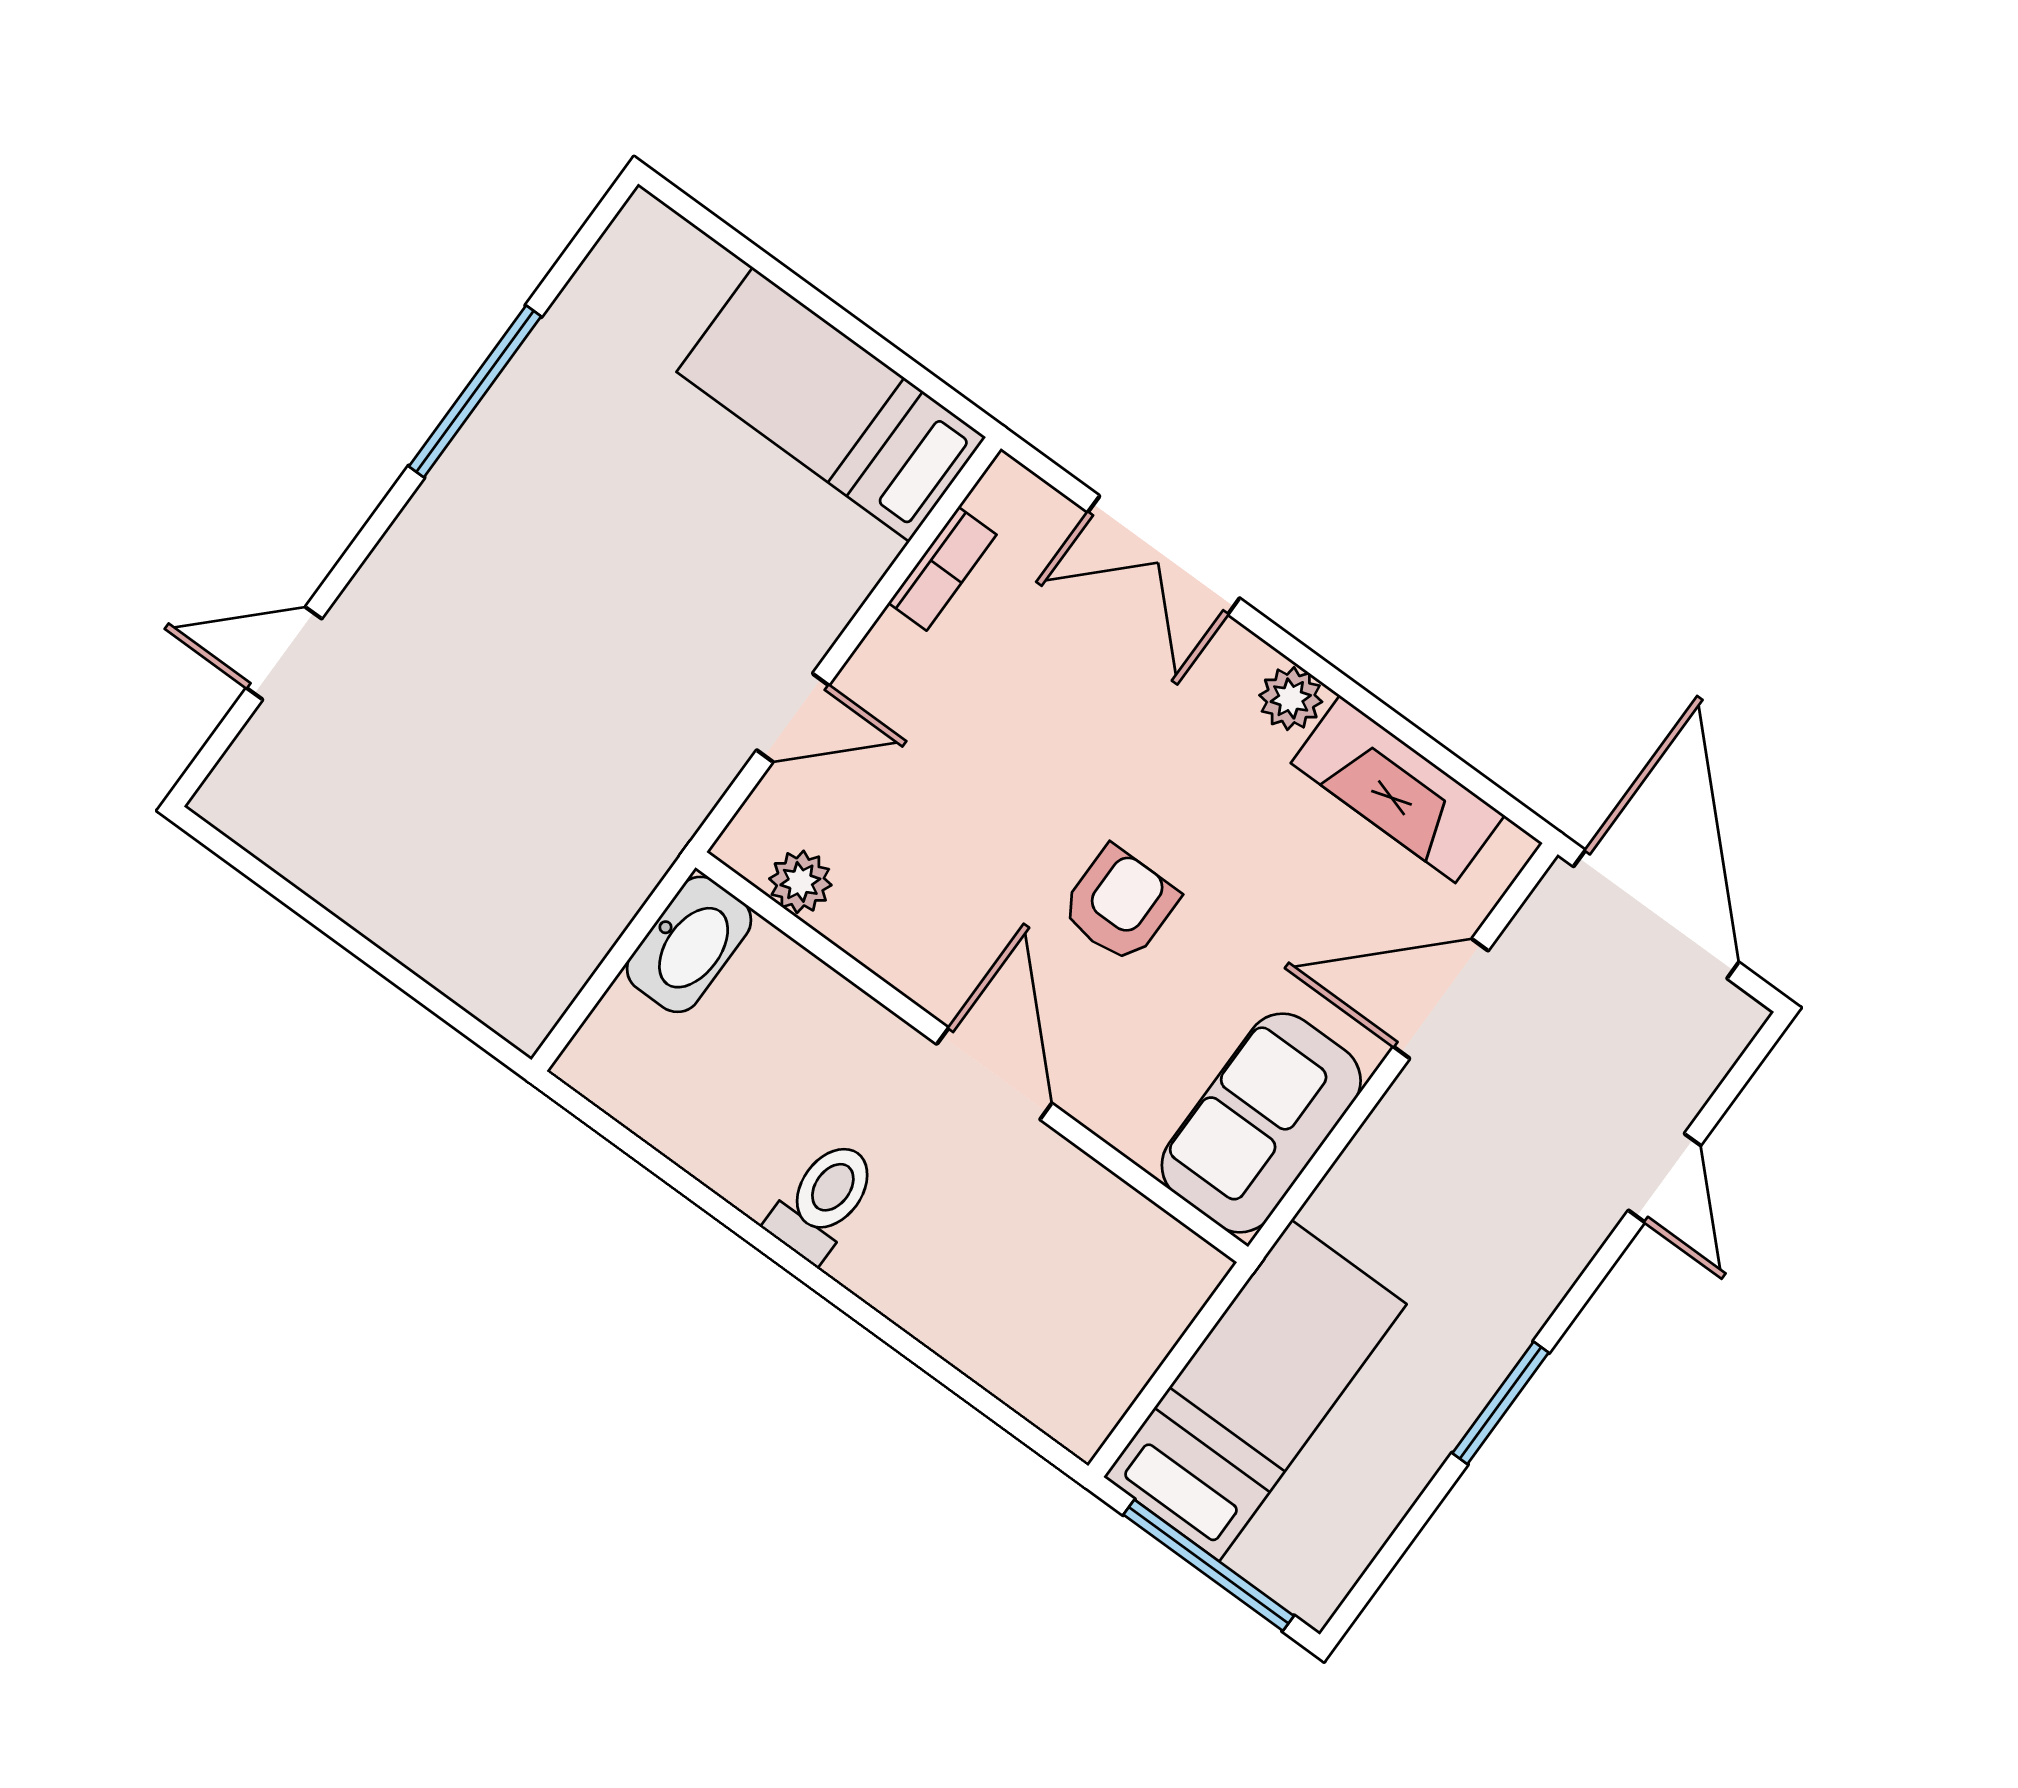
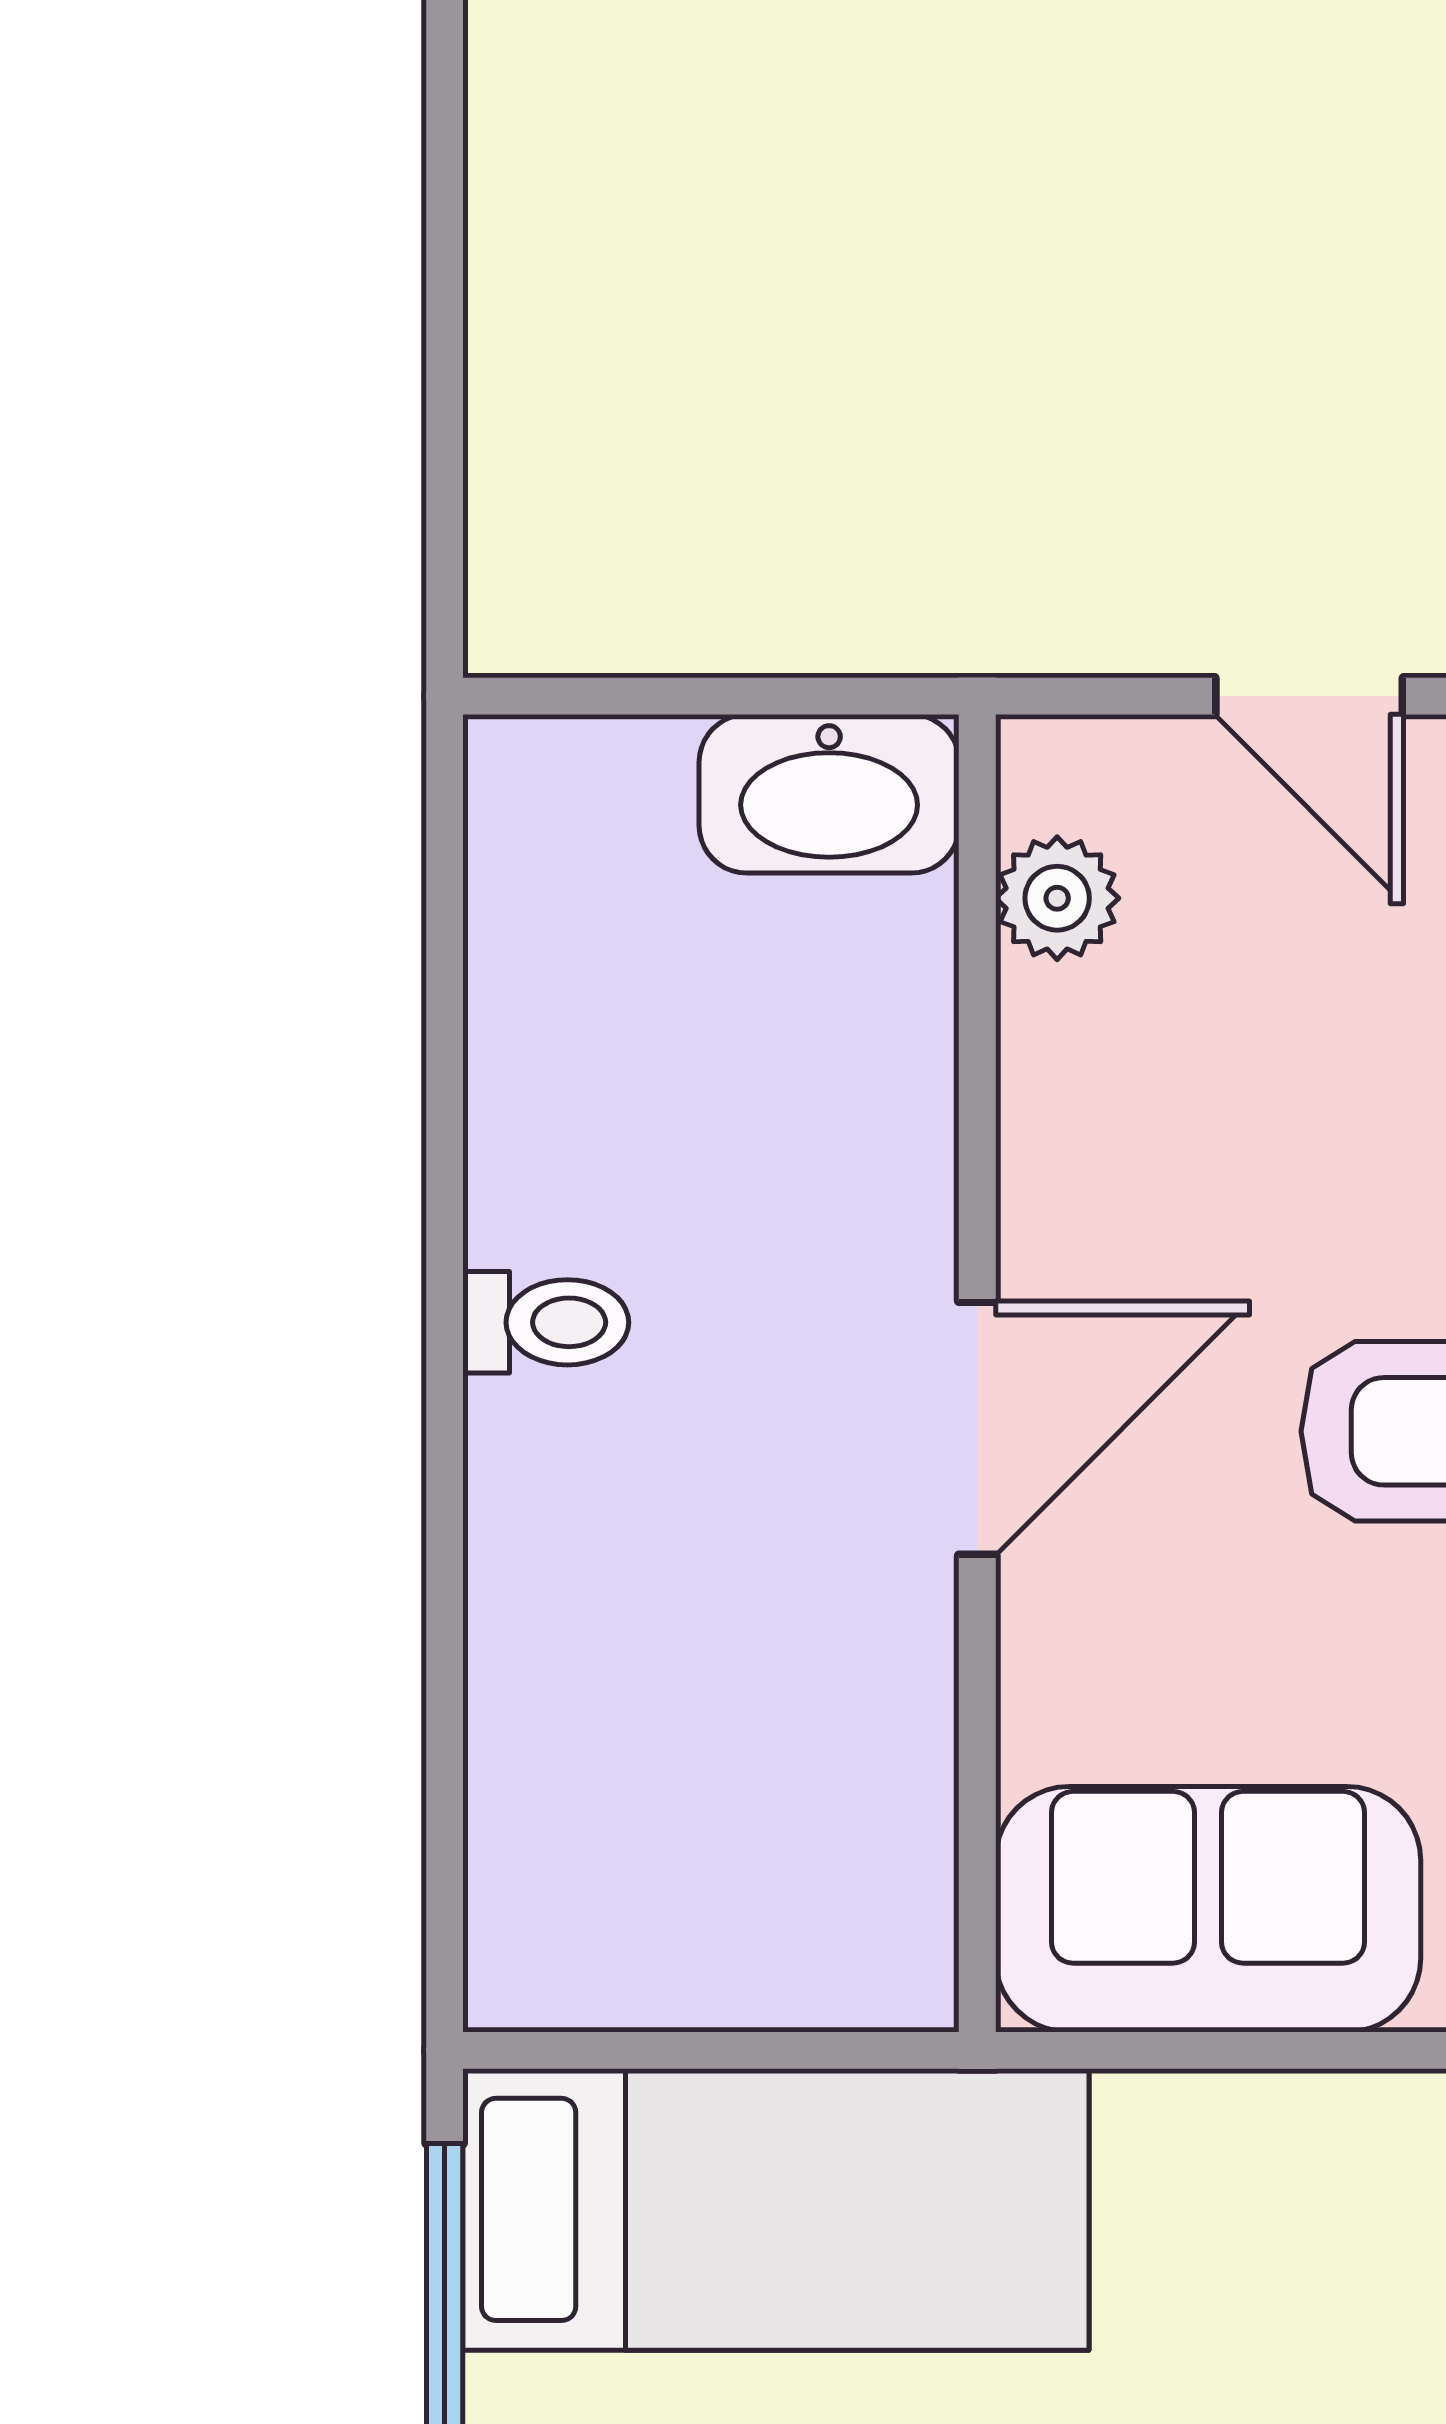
toilet: (823, 1200) -> (546, 1322), width x0.73, depth x0.72

